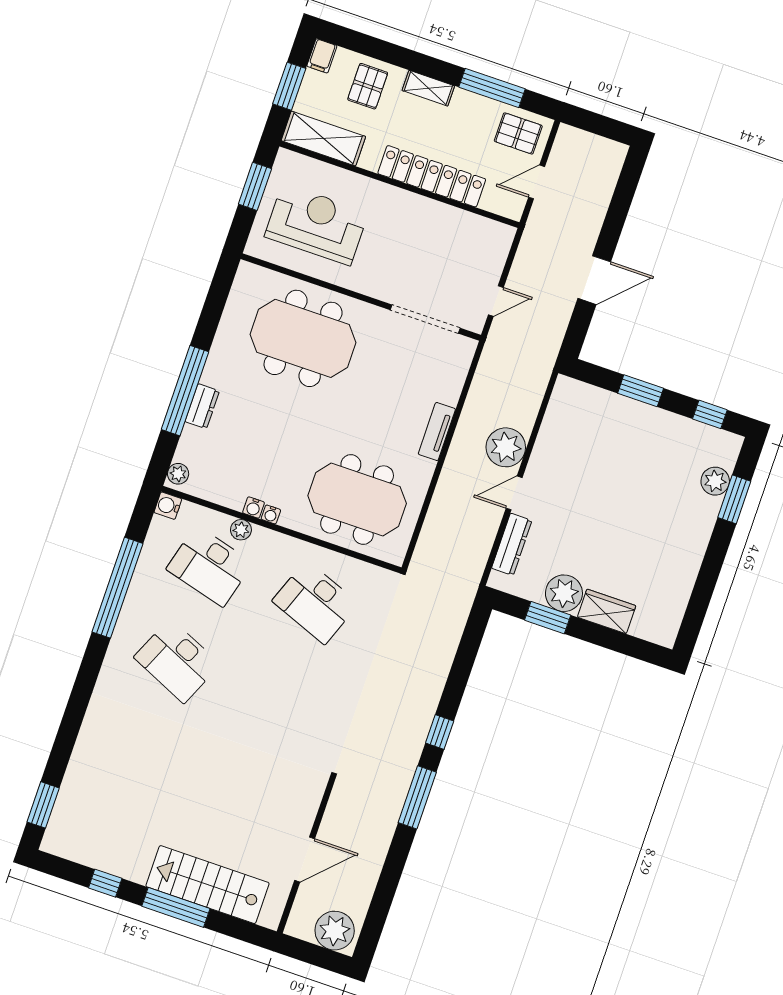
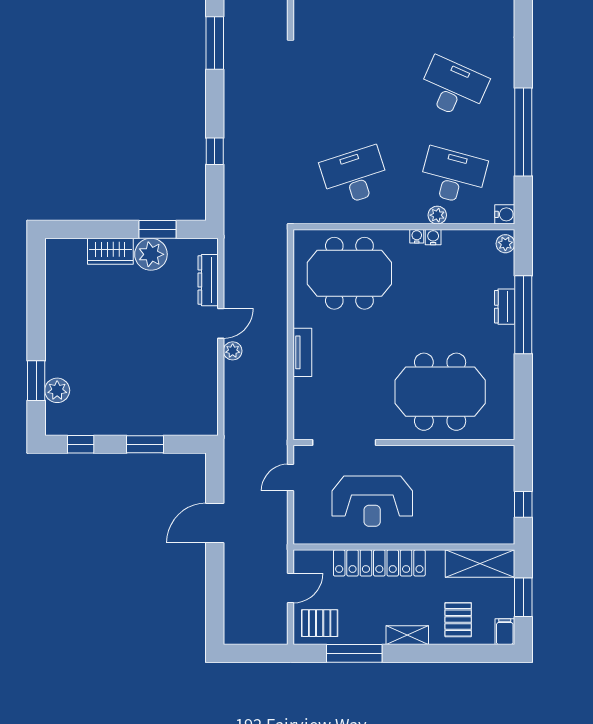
window: (255, 186) -> (523, 504), width x0.67
reception desk: (316, 224) -> (372, 501), moved
plant: (506, 447) -> (233, 351), width x0.53, depth x0.53
desk: (315, 602) -> (355, 176), turned -39
window: (440, 732) -> (215, 151), moved

